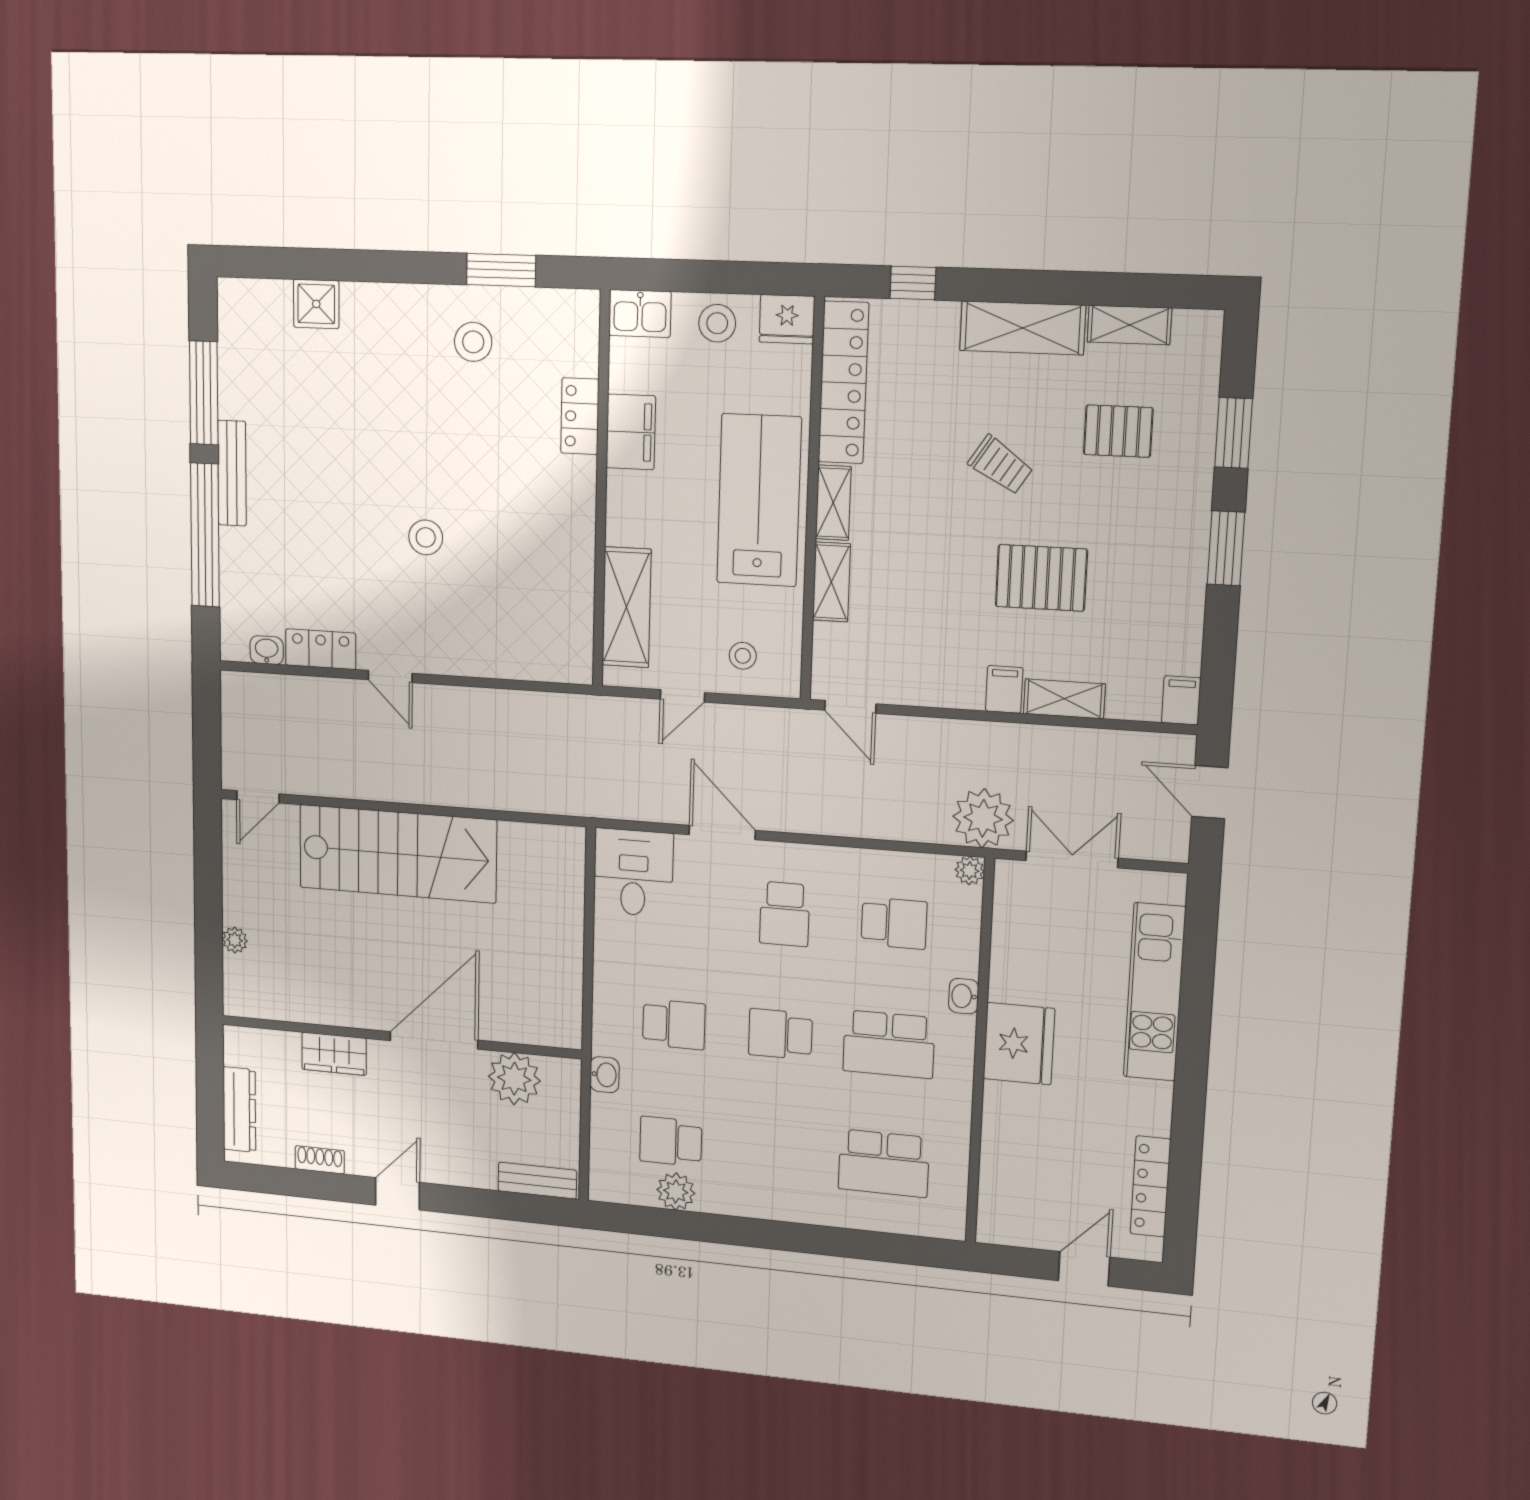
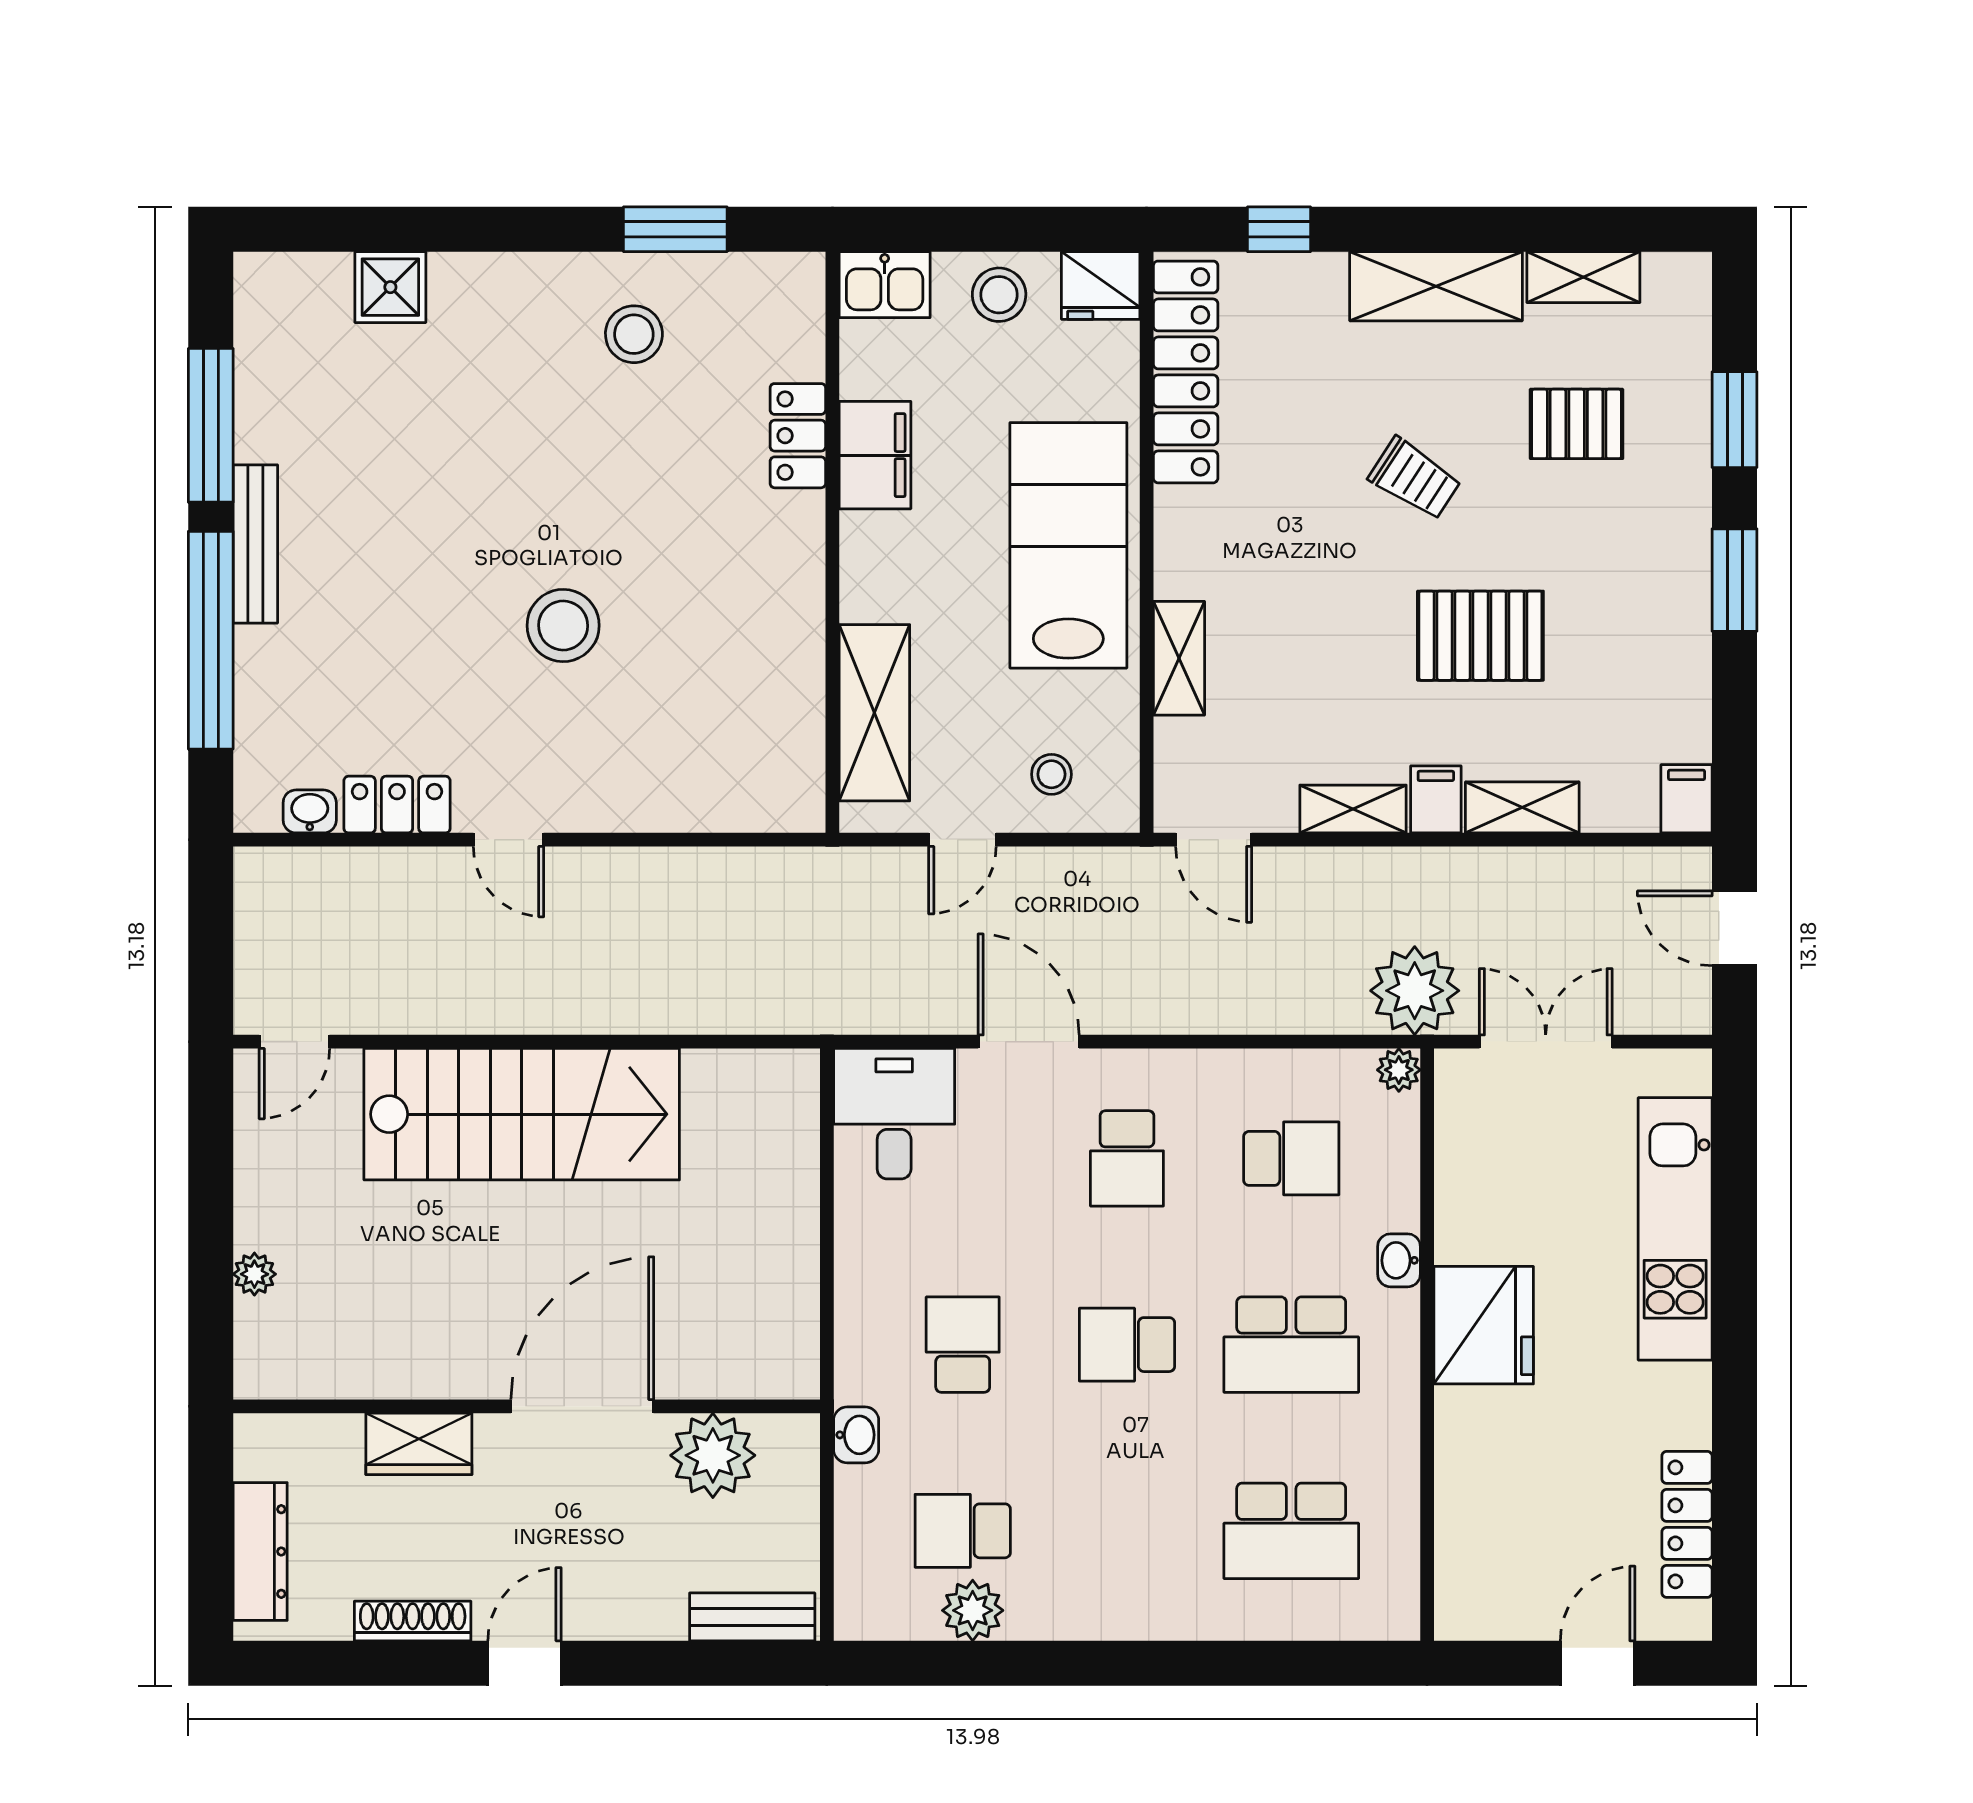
shelving: (833, 503) -> (1353, 809), moved, turned 90
stool: (426, 537) -> (563, 626), width x1.38, depth x1.38
school desk: (674, 1024) -> (963, 1345), turned -90
shoe rack: (320, 1160) -> (413, 1621), width x1.43

